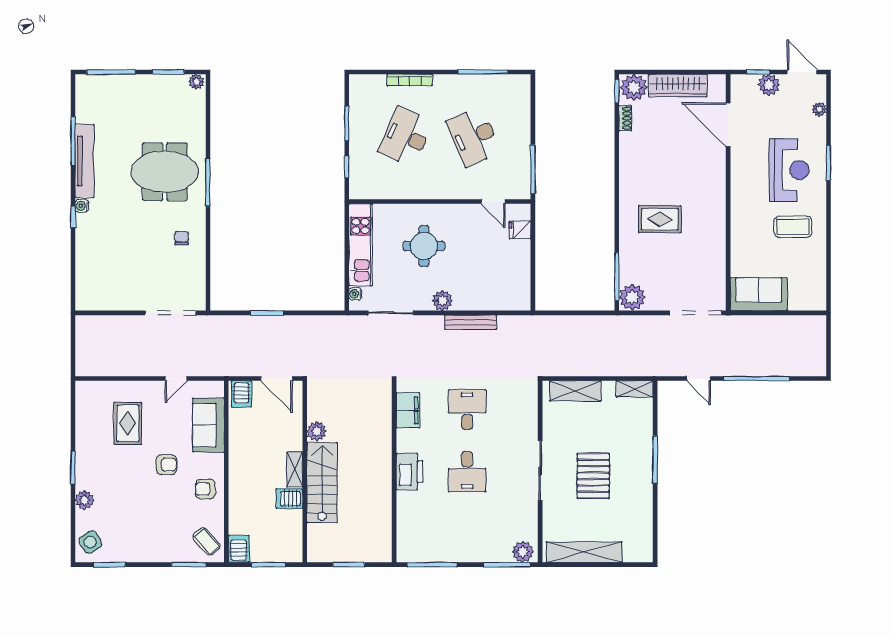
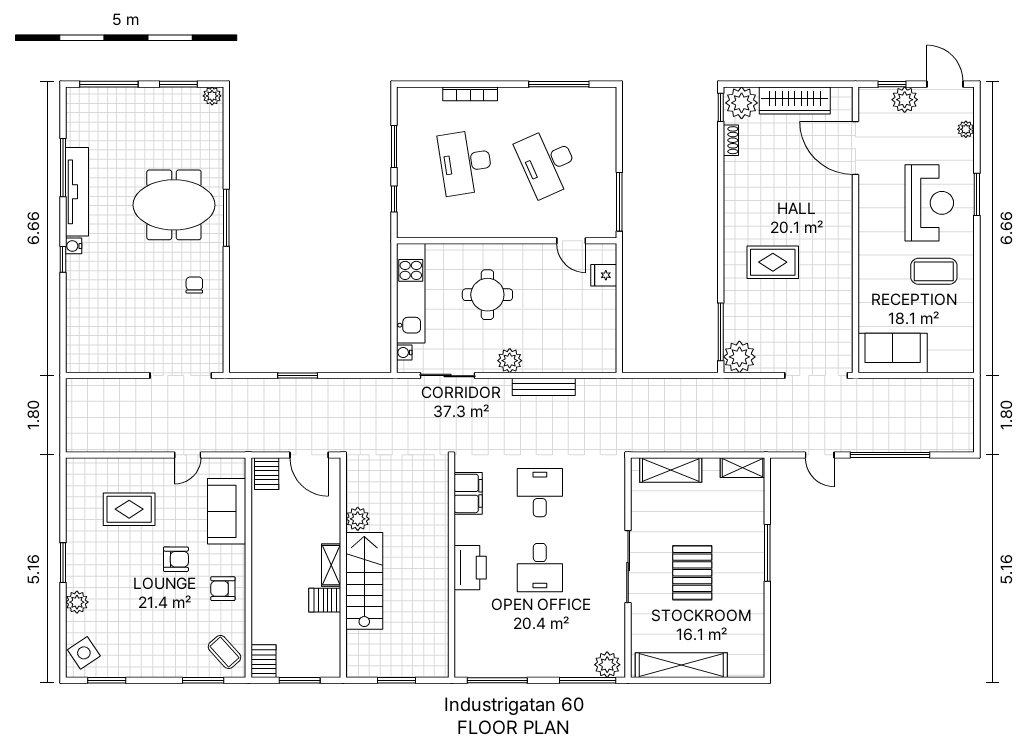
desk: (406, 137) -> (466, 162), turned -33
rug: (128, 423) -> (129, 509), turned 90

